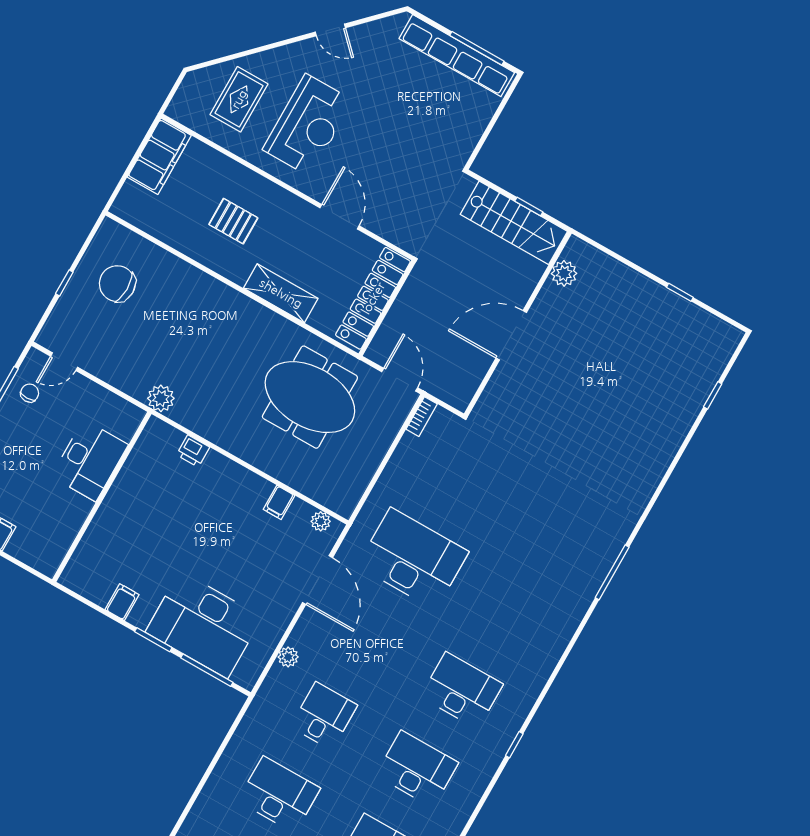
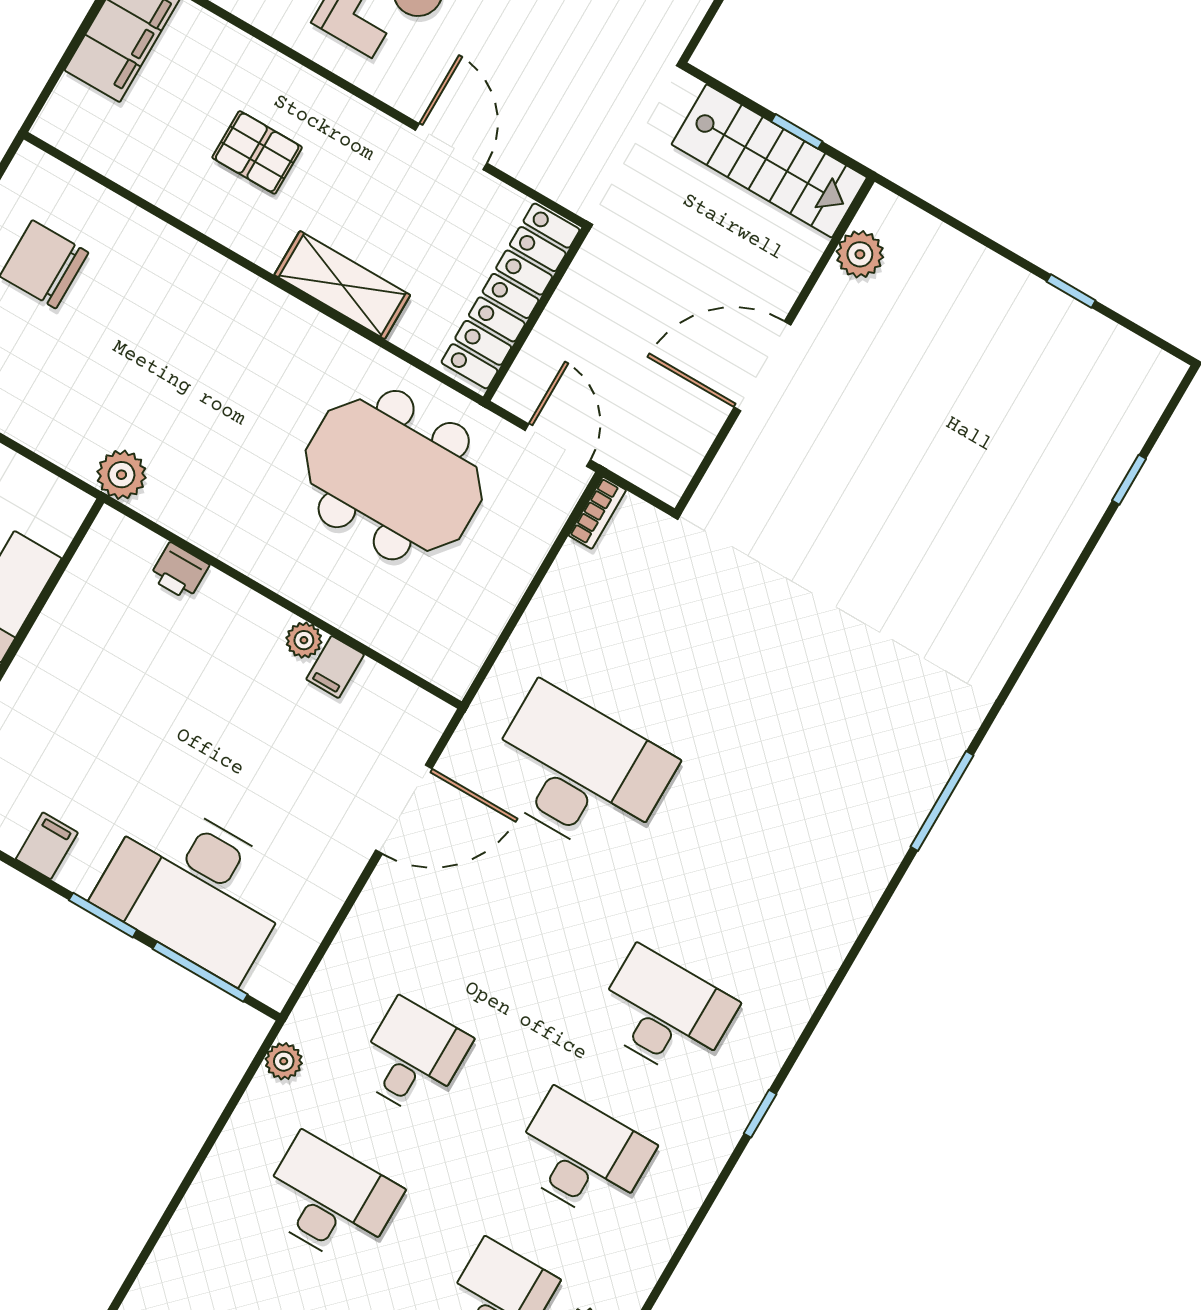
plant: (321, 521) -> (304, 640), moved
door: (317, 580) -> (404, 809), hinge flipped
plant: (288, 657) -> (284, 1061), moved

